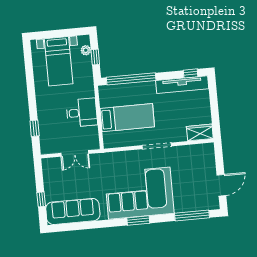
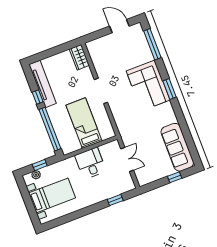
window: (191, 73) -> (38, 97), moved
corner sofa: (139, 193) -> (148, 85), width x0.73, depth x0.74

